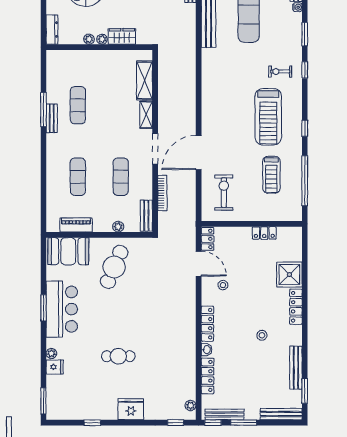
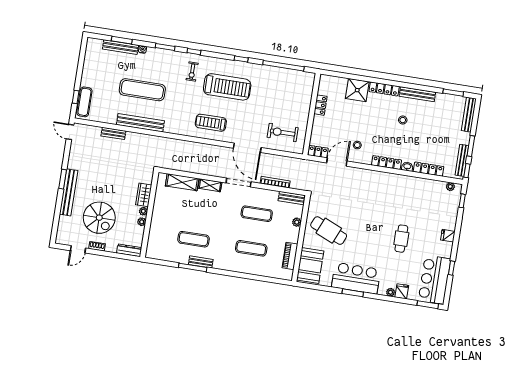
treadmill: (271, 175) -> (211, 123), moved, turned 180
bench: (296, 368) -> (417, 94), moved
bar counter: (75, 404) -> (434, 280), added
fridge: (131, 409) -> (448, 236), width x0.53, depth x0.75

